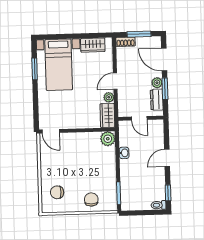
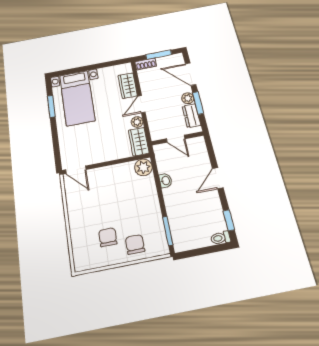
wardrobe: (93, 45) -> (128, 86), moved, turned 90
chair: (57, 192) -> (108, 237), moved, turned 90

